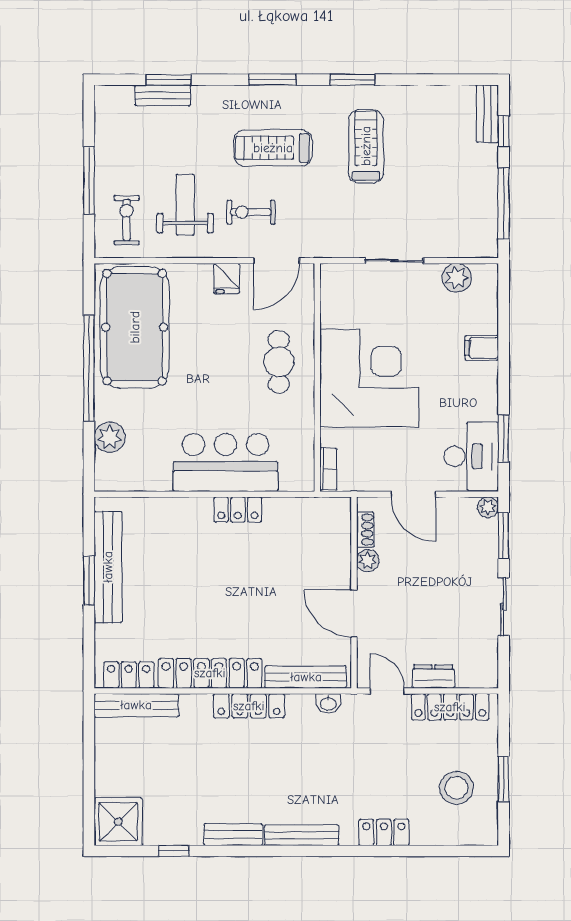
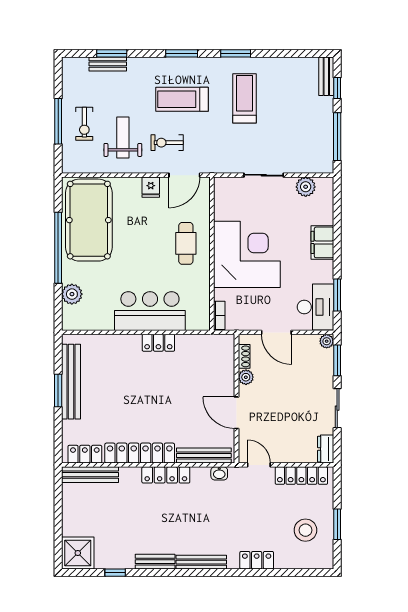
exercise bike: (127, 220) -> (84, 124), moved, turned 180
filing cabinet: (482, 348) -> (322, 242), width x2.00
dresser: (433, 676) -> (326, 449), moved, turned -90

